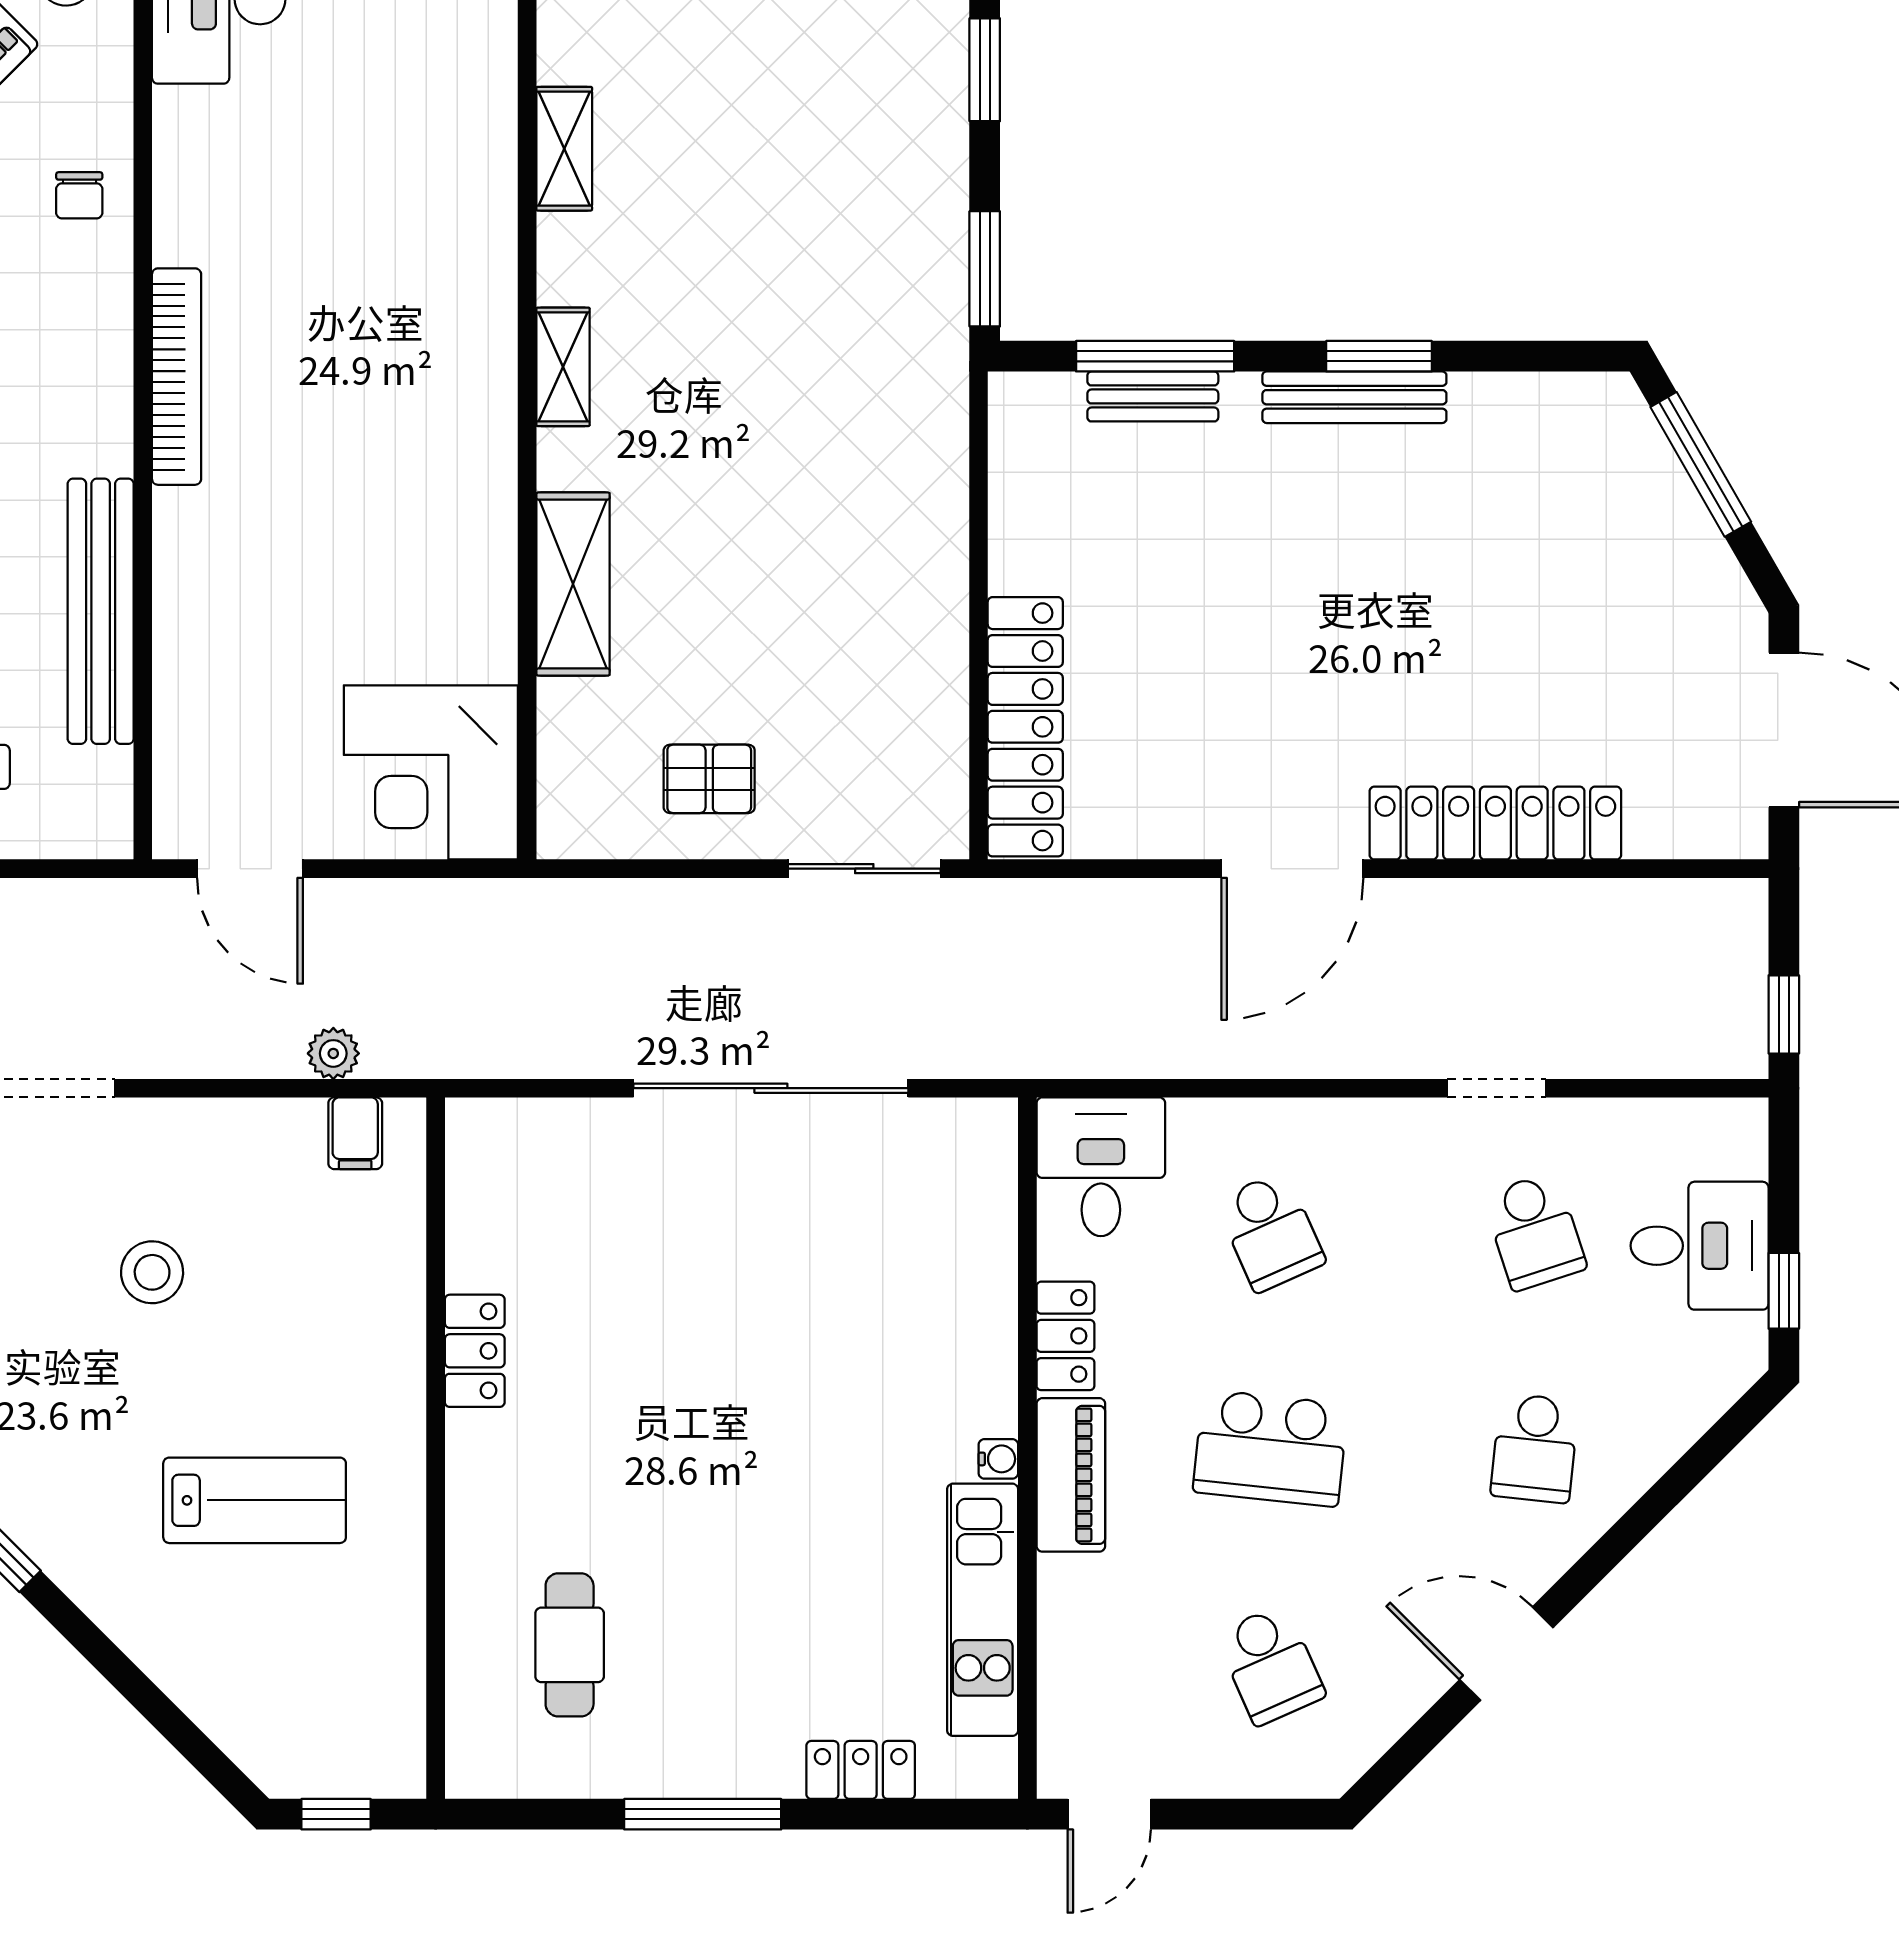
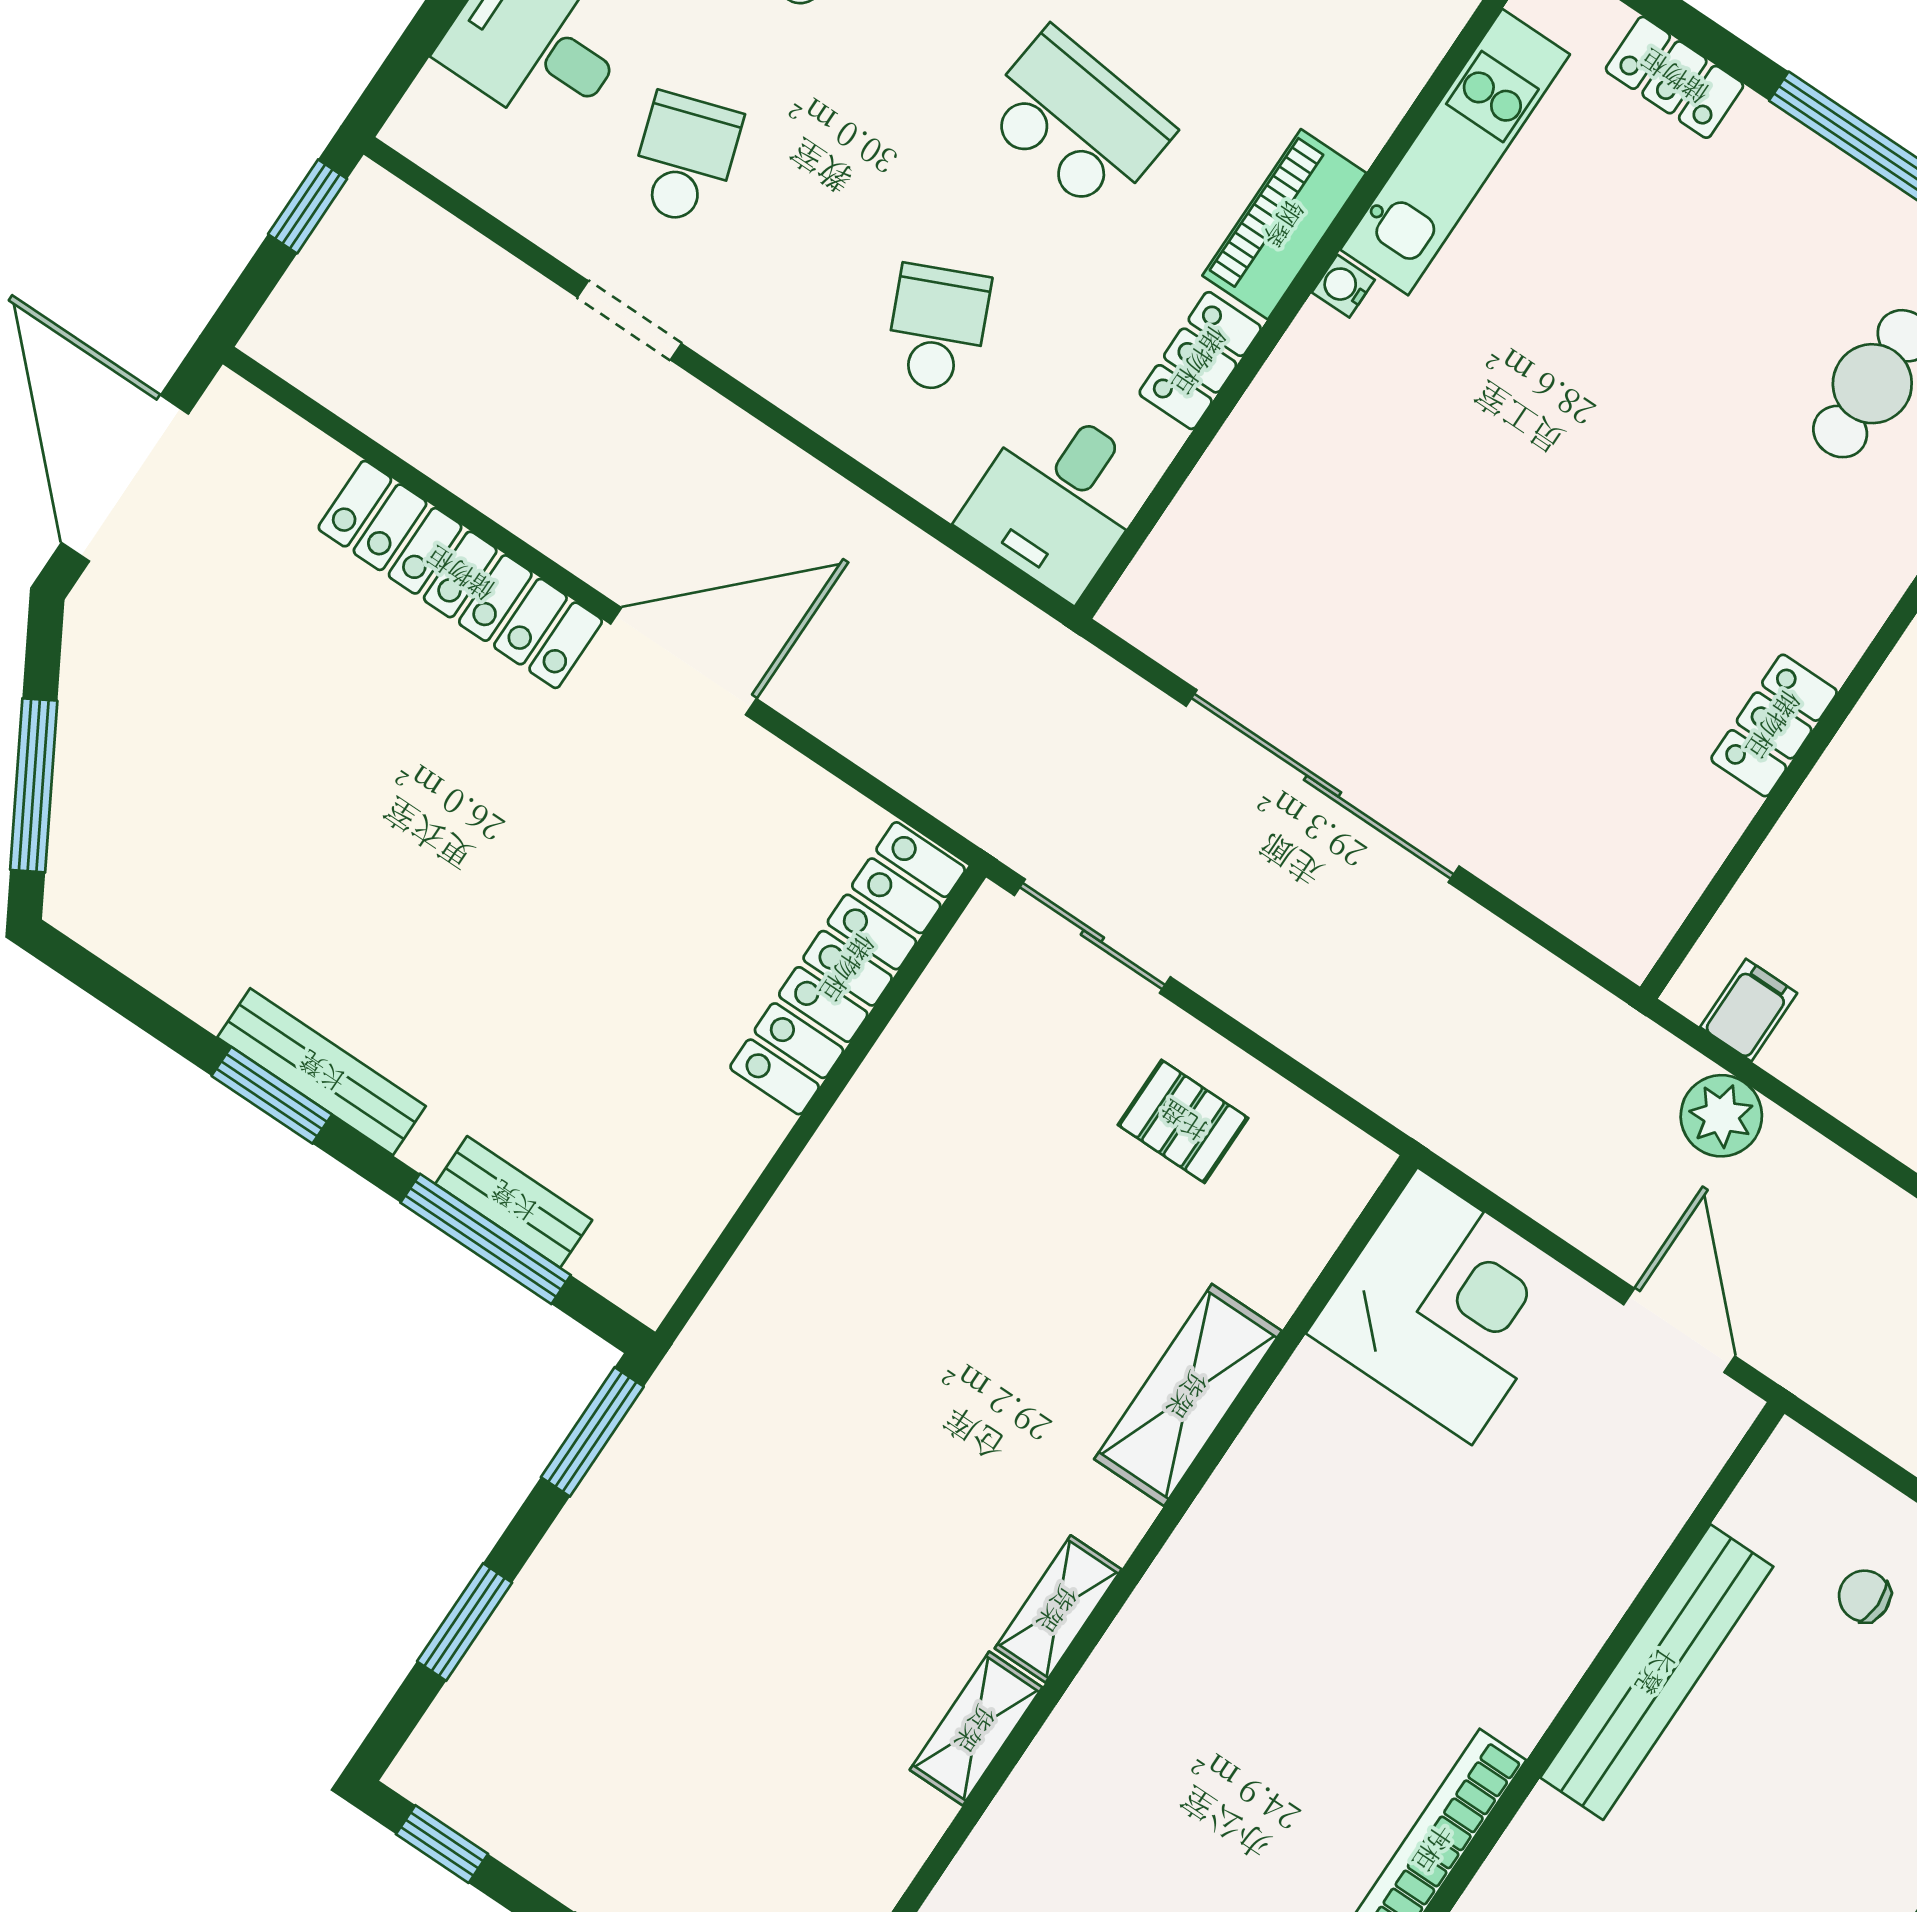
shelving: (564, 149) -> (976, 1729), moved
plant: (333, 1053) -> (1721, 1116), width x1.38, depth x1.38

